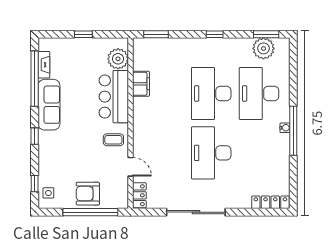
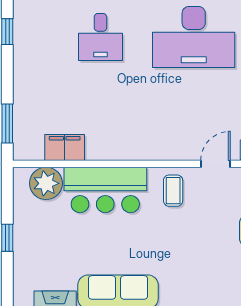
filing cabinet: (141, 84) -> (65, 147), moved
desk: (211, 93) -> (100, 37), width x0.53, depth x0.77

